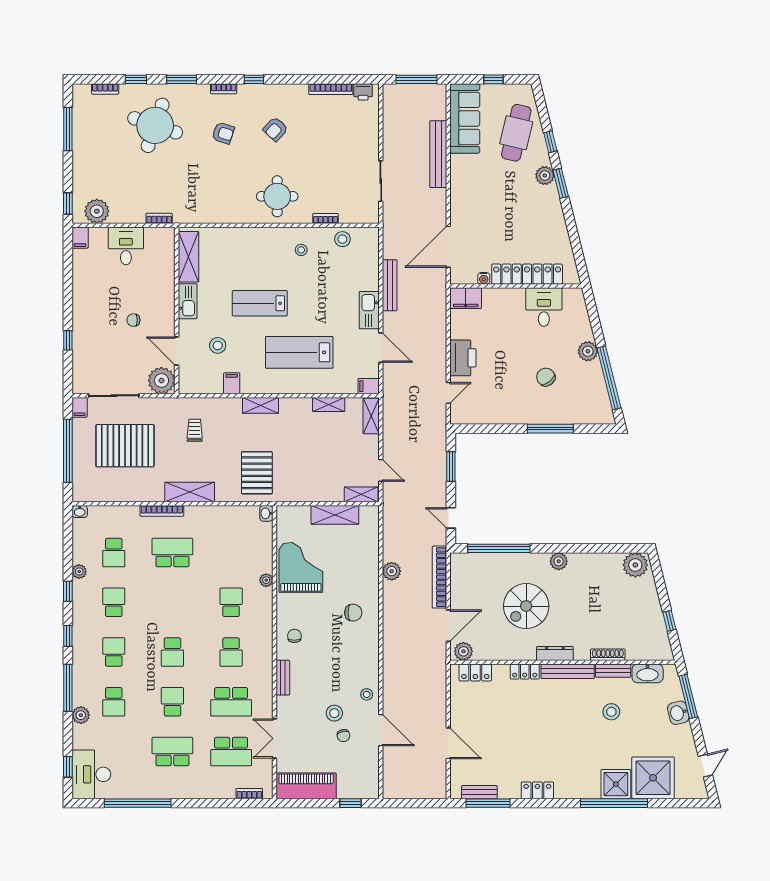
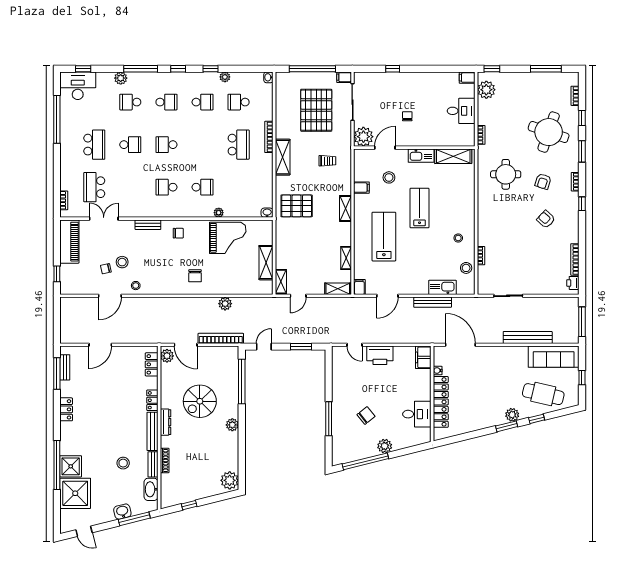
round table: (277, 196) -> (506, 174), moved
kitchen sink: (369, 310) -> (442, 287), moved
spiral stairs: (526, 606) -> (200, 401), turned -90
school desk: (231, 702) -> (130, 187), removed

